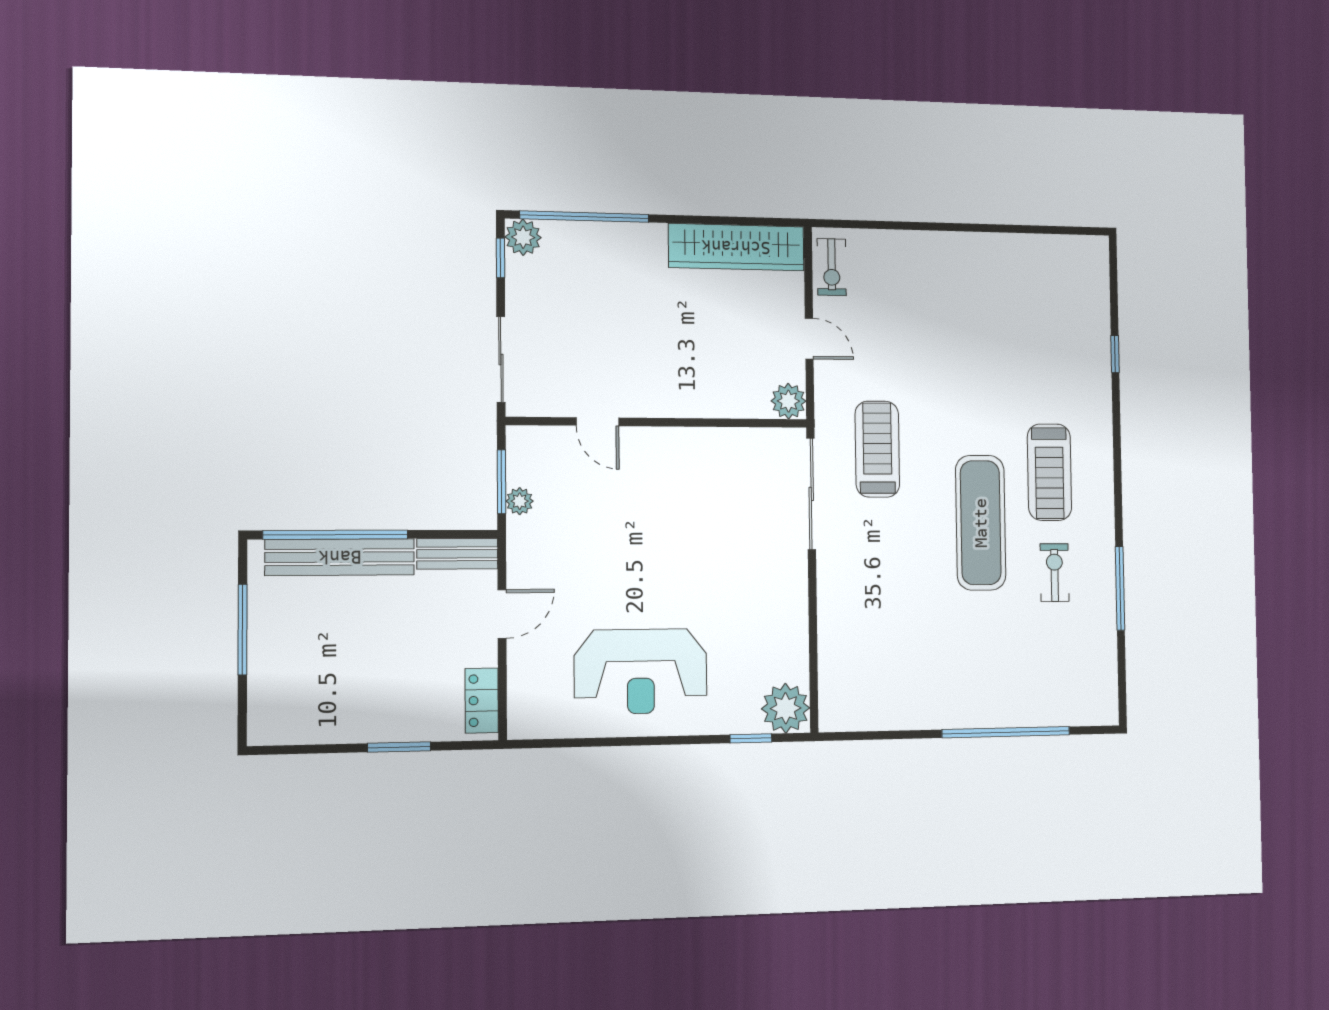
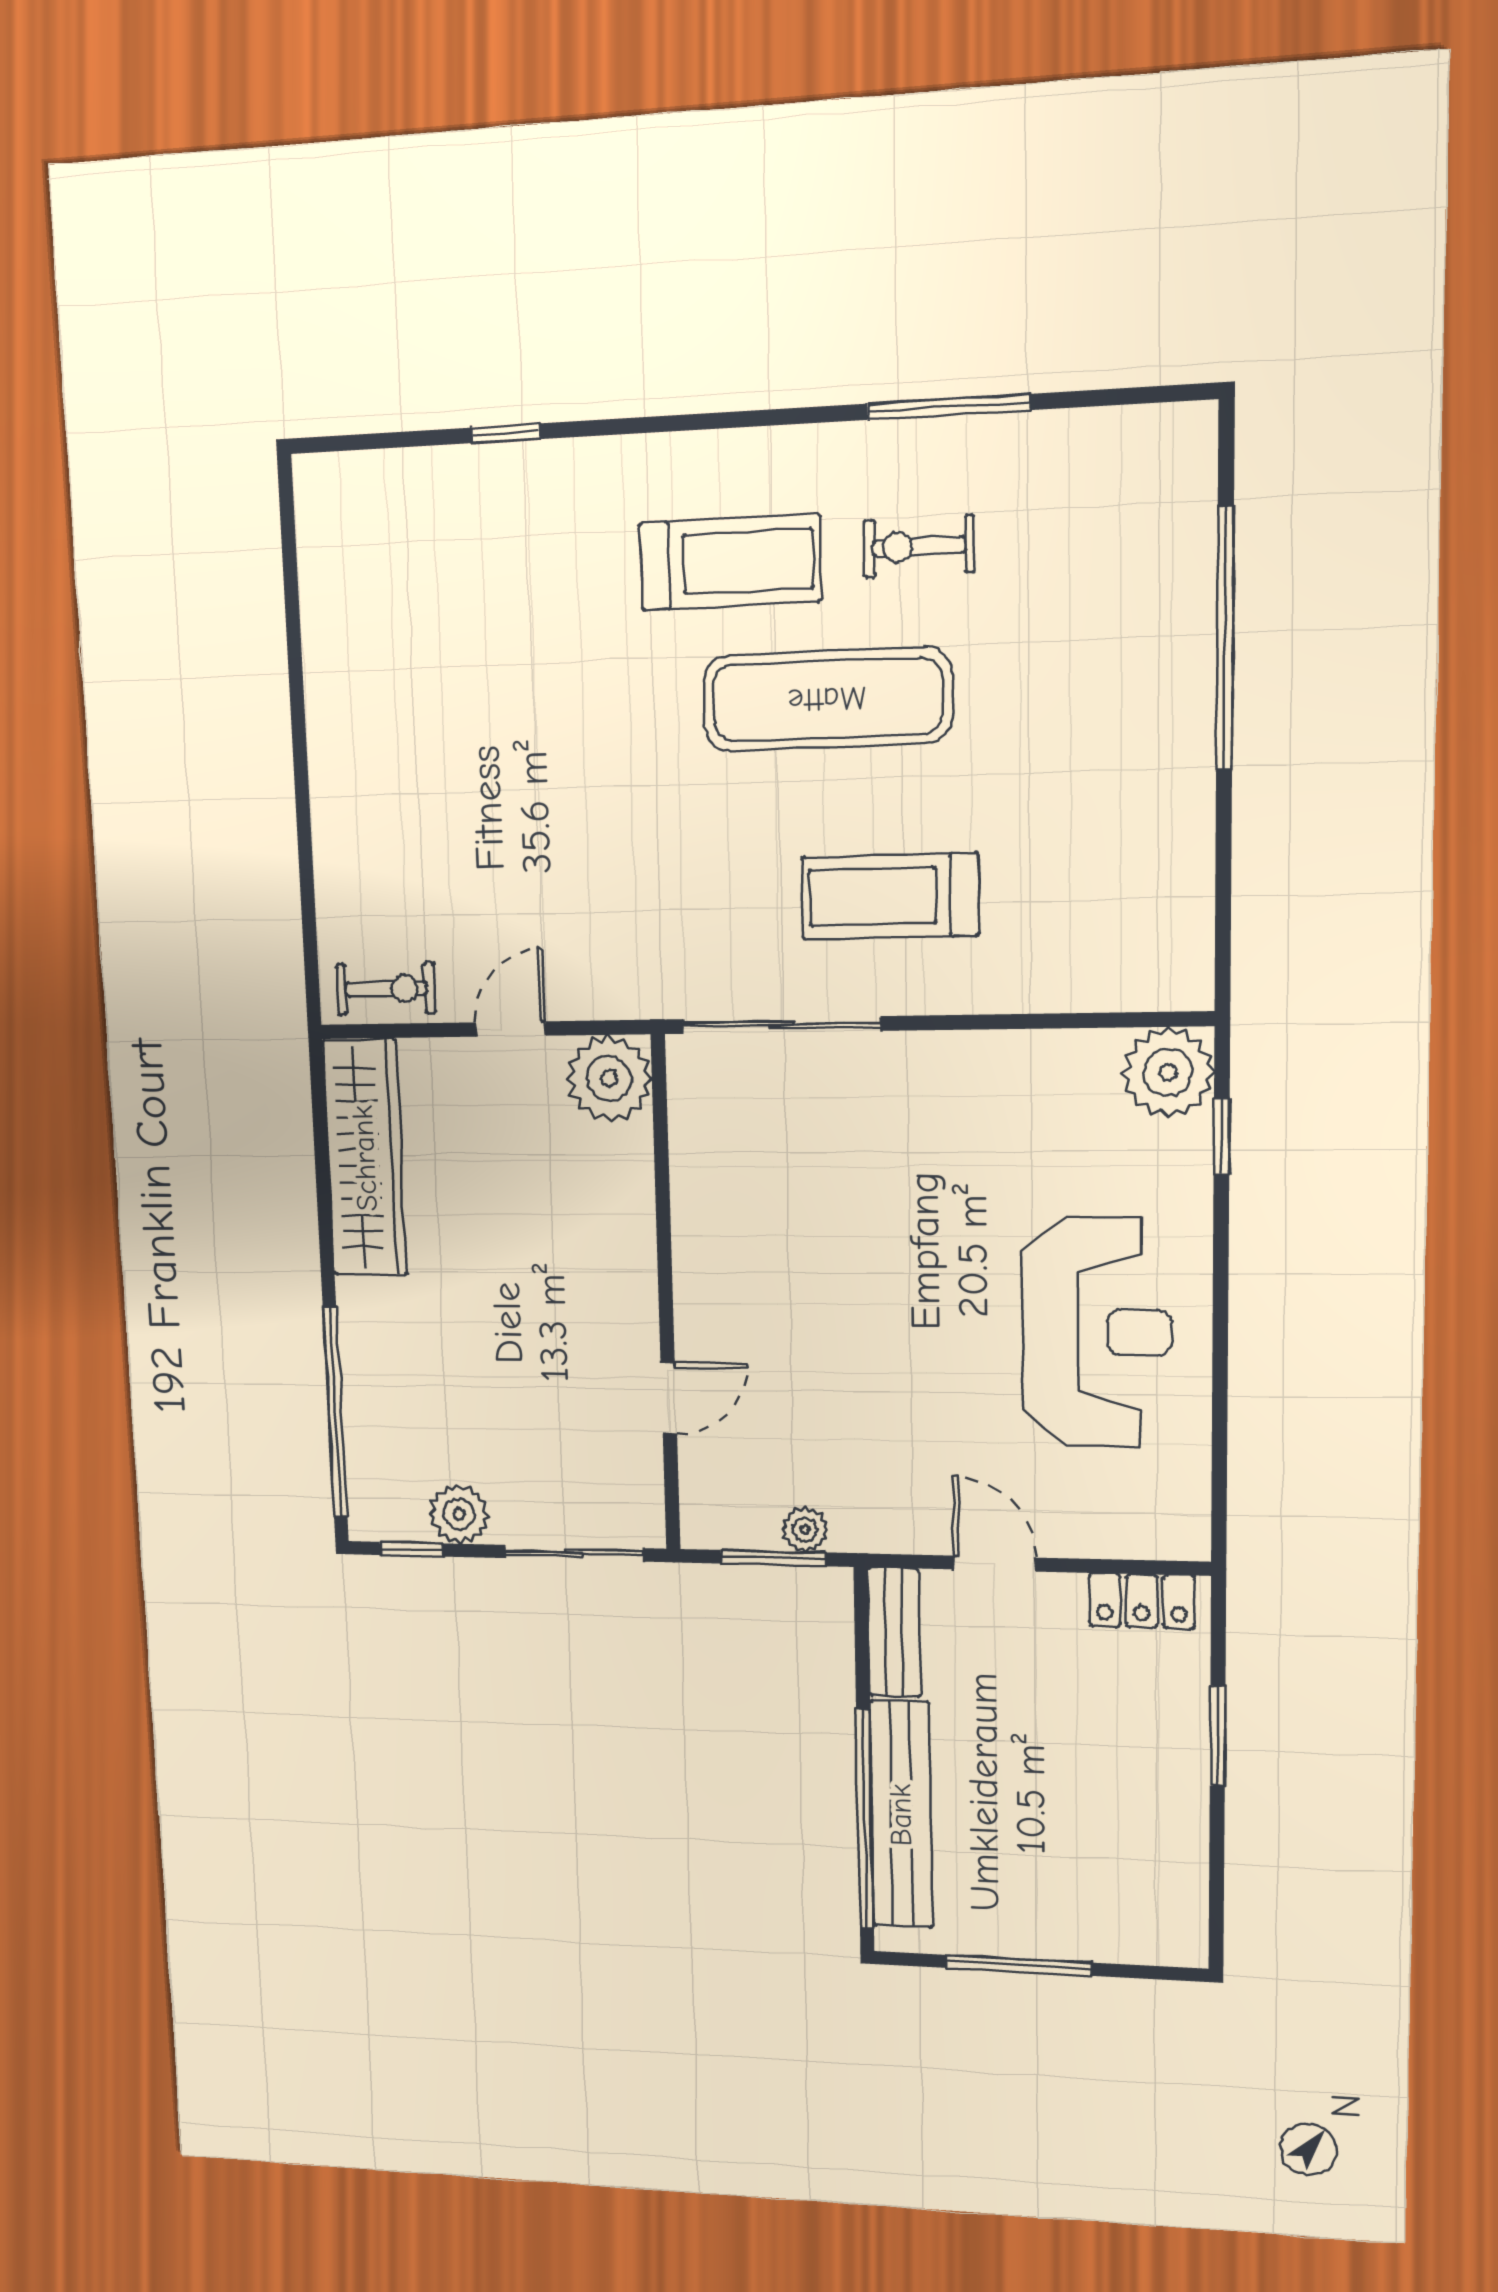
plant: (523, 237) -> (459, 1514), moved
plant: (788, 401) -> (609, 1078), width x1.36, depth x1.36
treadmill: (877, 449) -> (890, 896), moved

